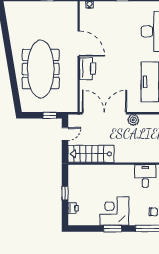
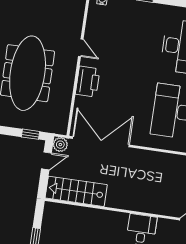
door: (79, 44) -> (81, 48), width x0.53
plant: (133, 120) -> (60, 145), moved

